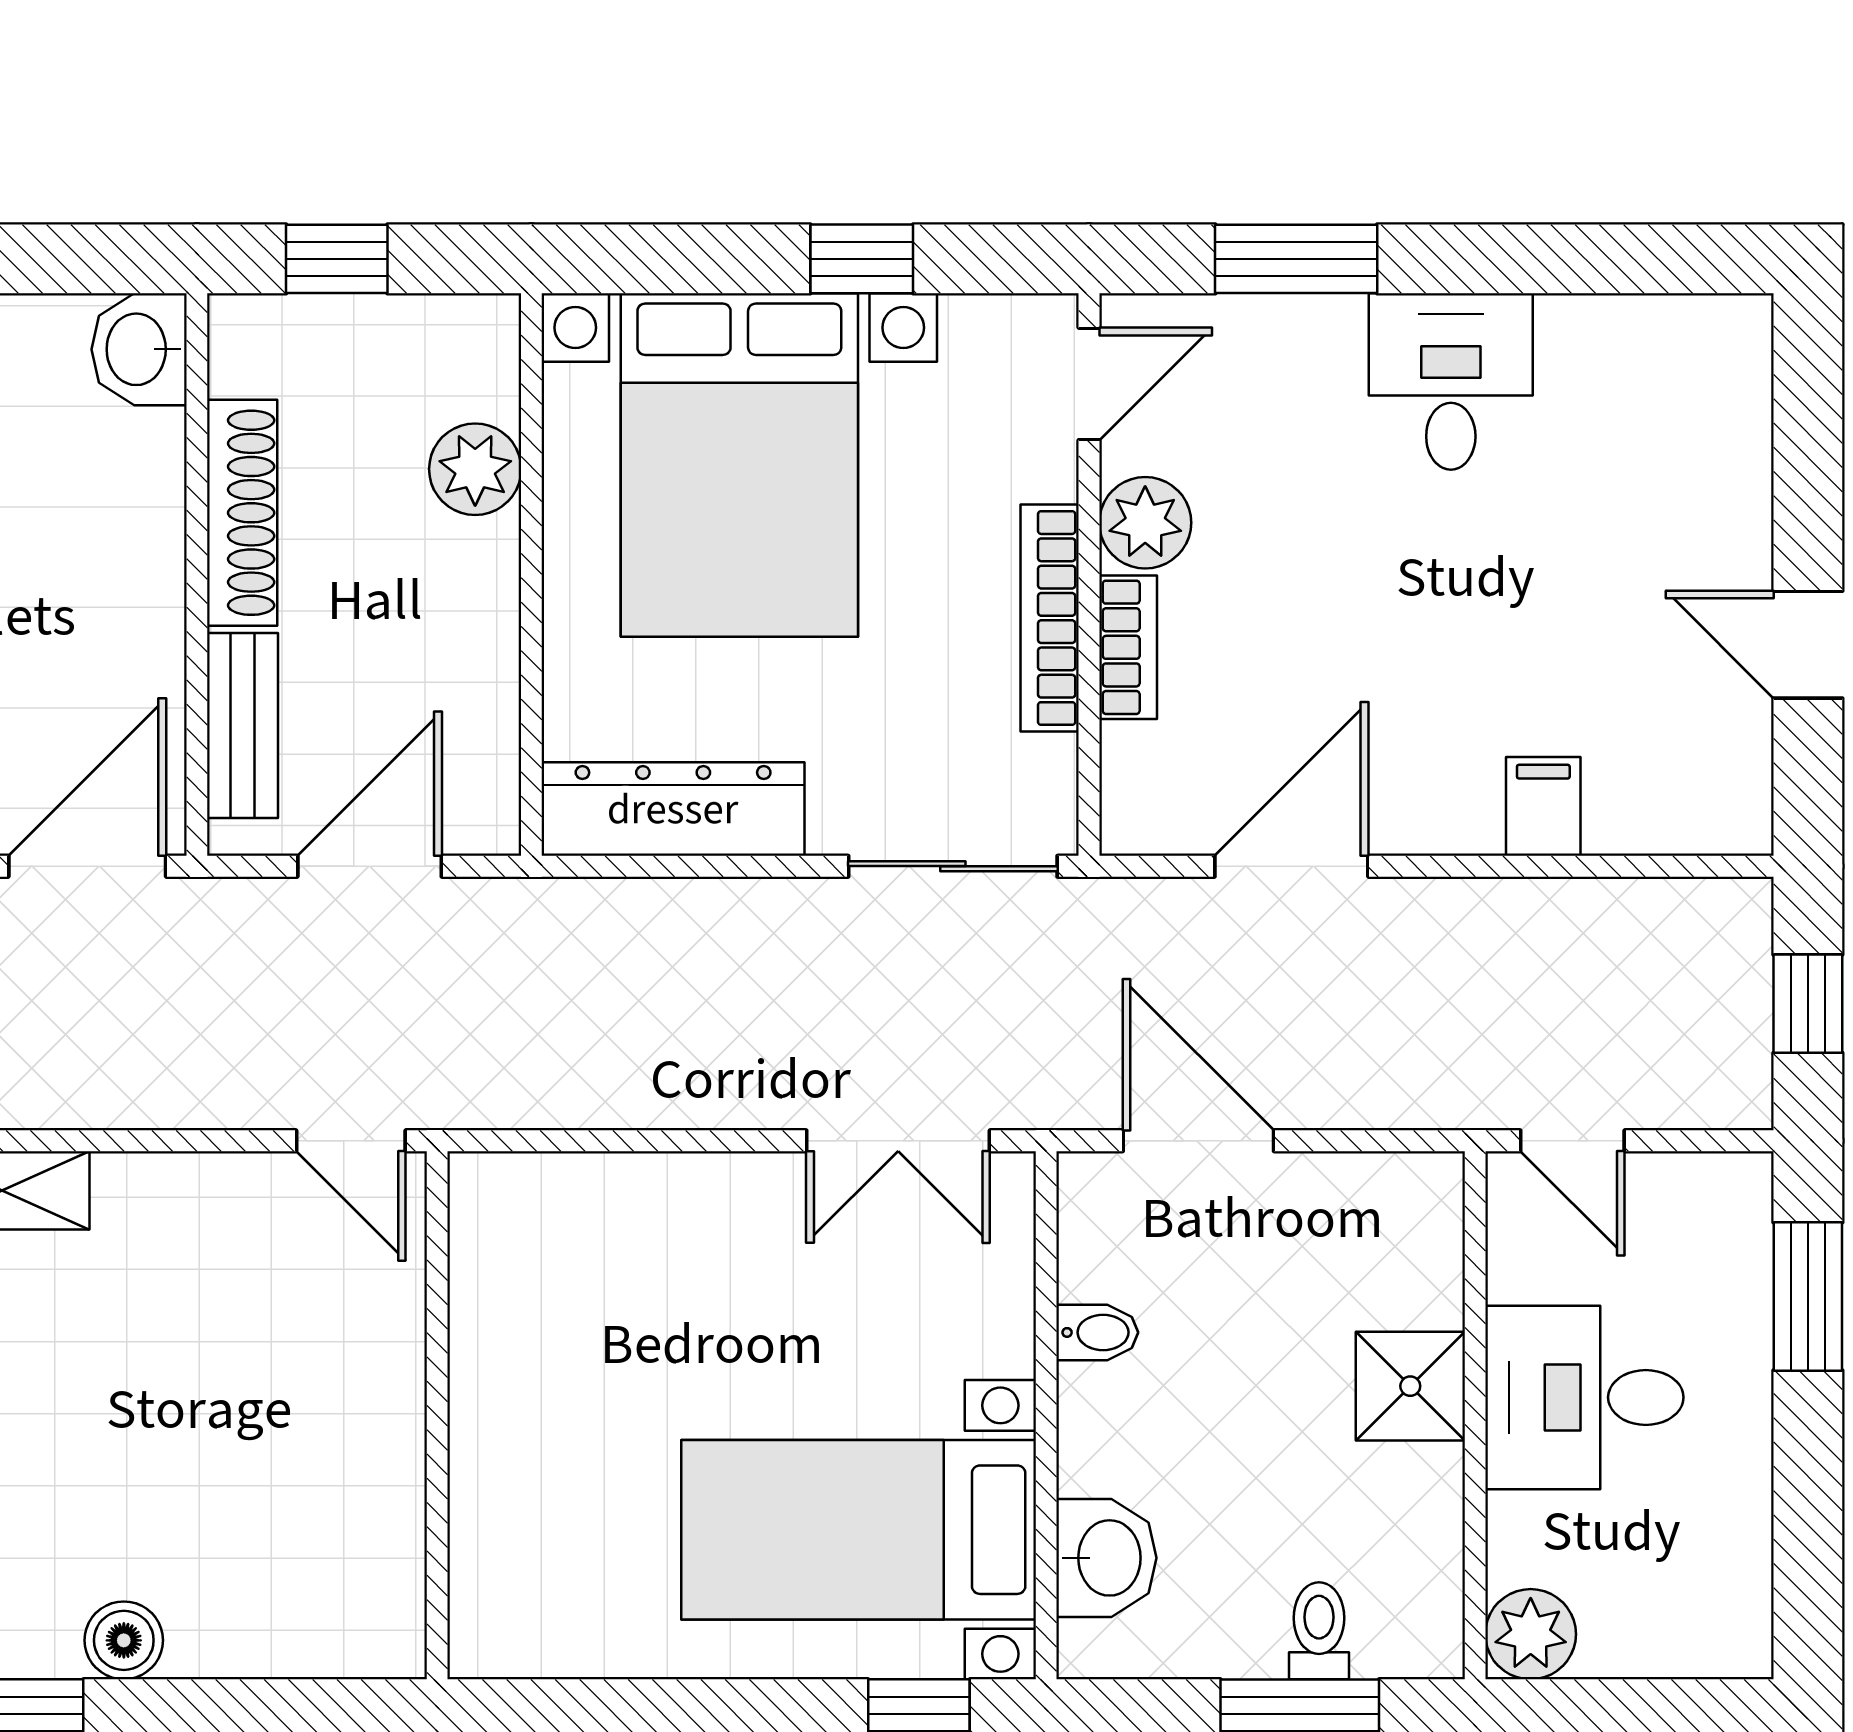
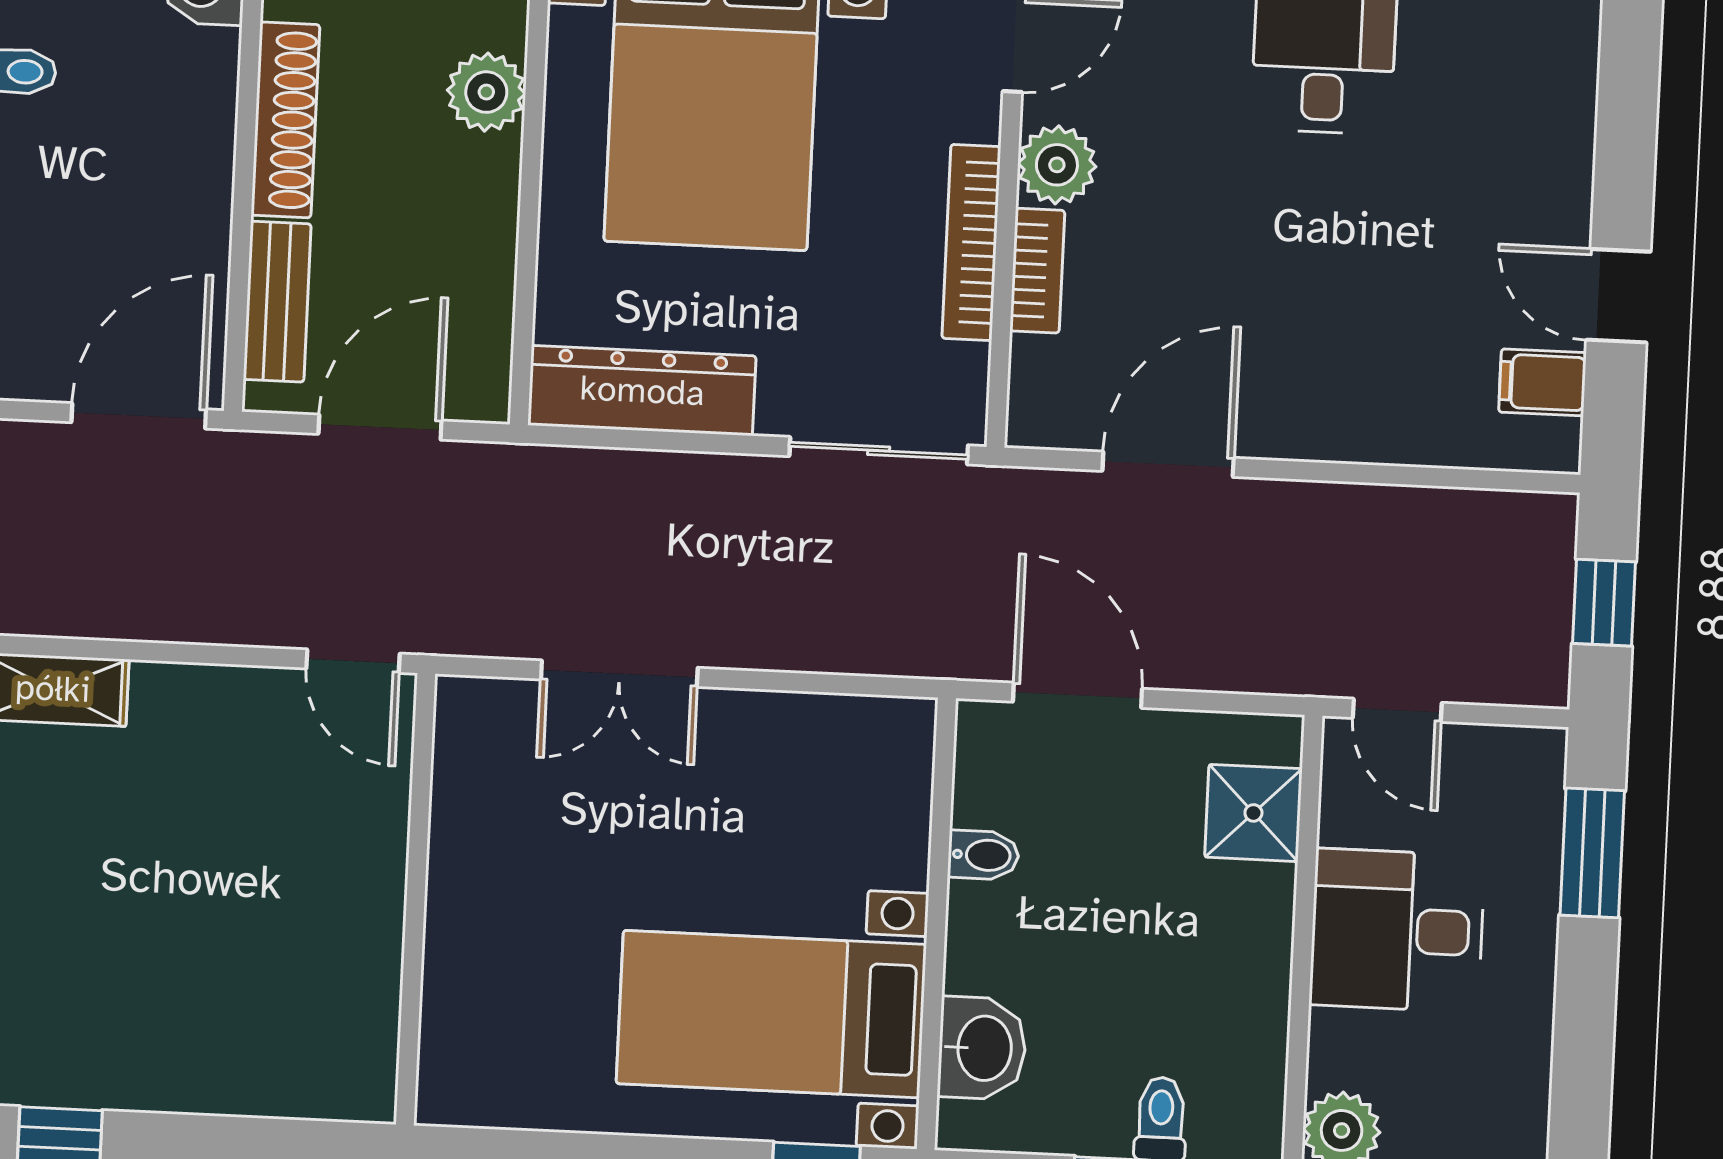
filing cabinet: (1543, 806) -> (1543, 382), moved, turned -90
double door: (898, 1141) -> (619, 674), moved
shower: (1410, 1386) -> (1253, 813), moved
boiler: (124, 1640) -> (139, 1079), removed

